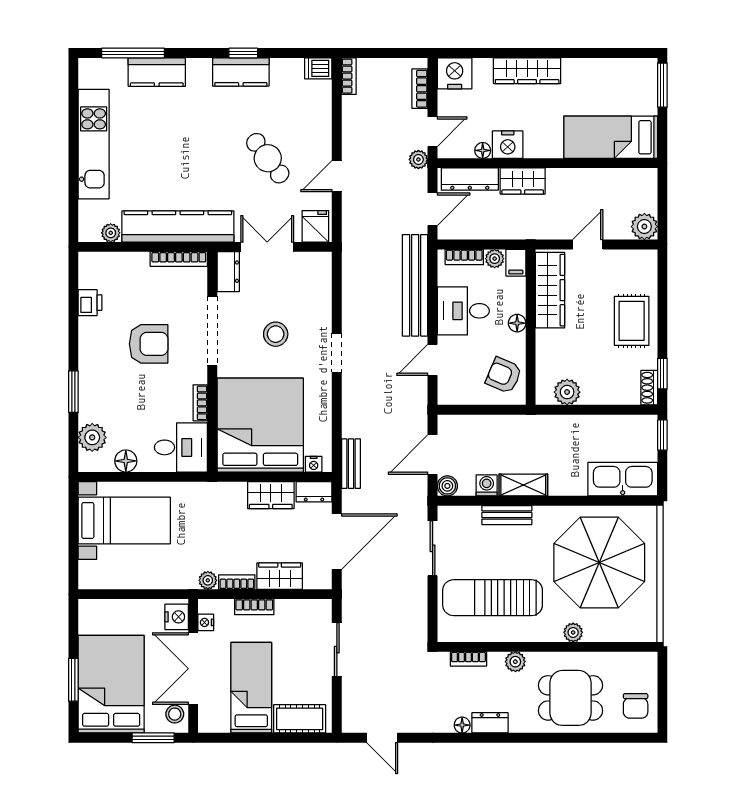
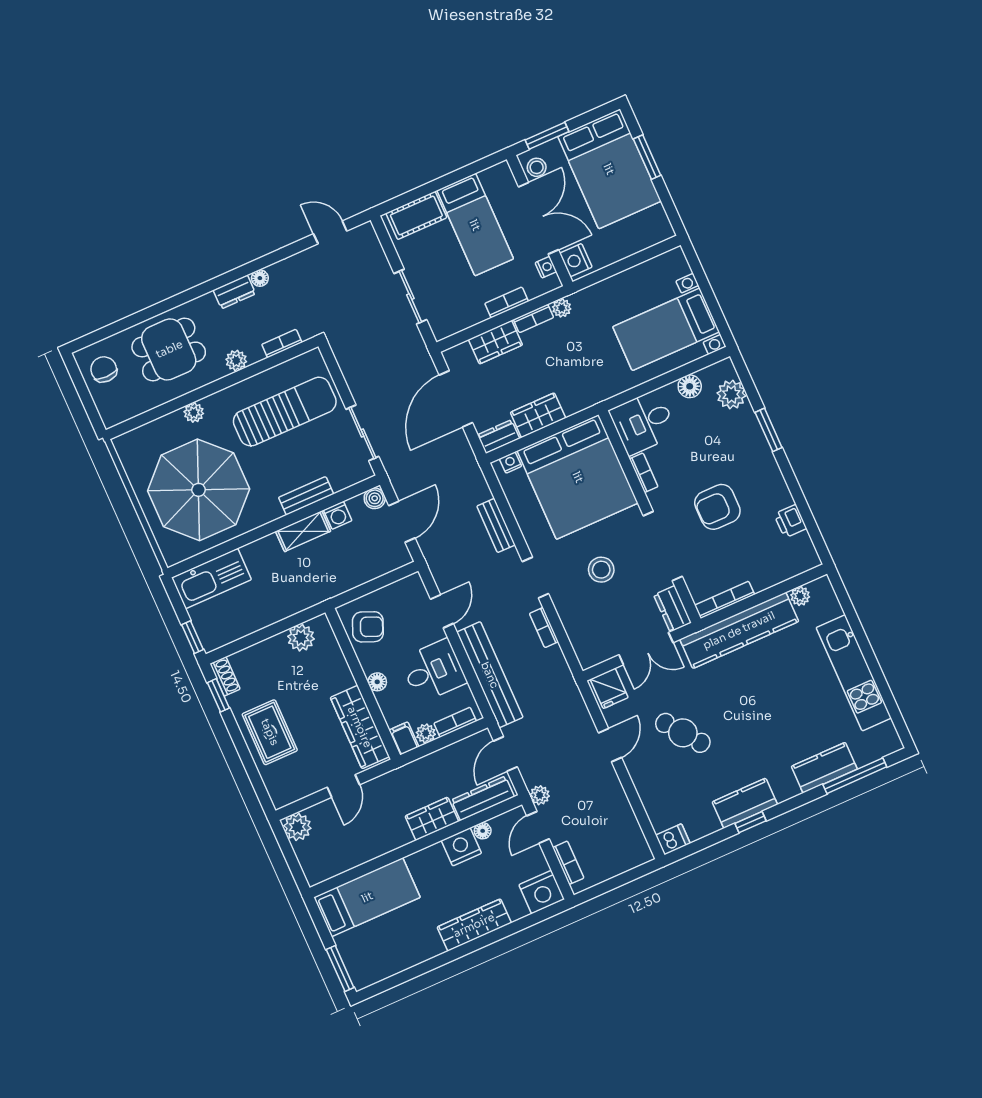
bookcase: (349, 76) -> (544, 628), moved
bench: (351, 464) -> (496, 525), moved

